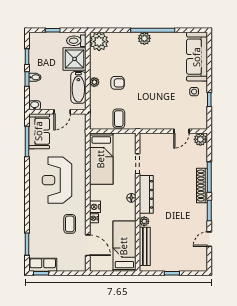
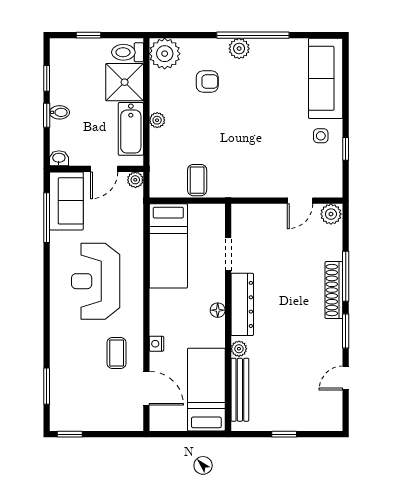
armchair: (118, 83) -> (207, 81), moved
plant: (81, 118) -> (135, 180), added
nightstand: (95, 207) -> (158, 325), removed
row of seats: (43, 265) -> (72, 420), removed

